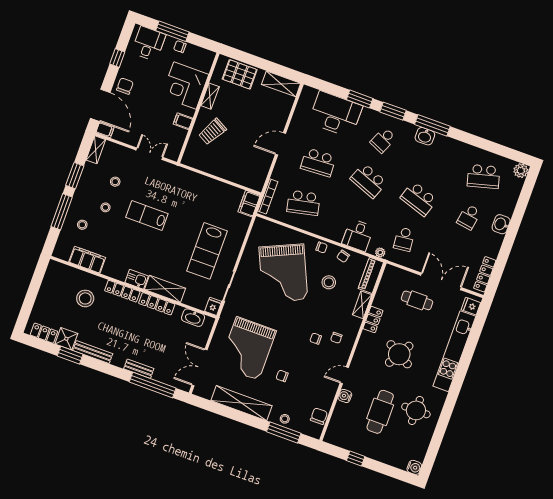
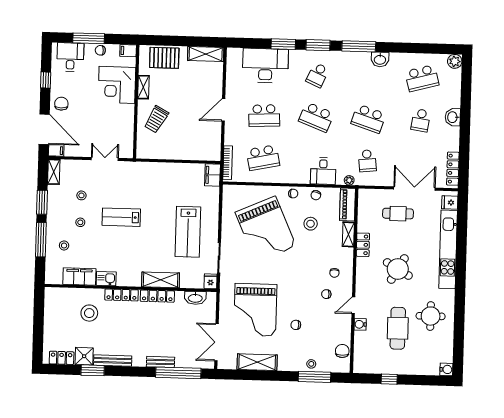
filing cabinet: (183, 121) -> (128, 51), moved
washbasin: (425, 136) -> (380, 59), moved
kitchen sink: (137, 279) -> (106, 279), moved
chair: (316, 339) -> (326, 294), moved
shelving: (242, 403) -> (257, 362), width x0.68

